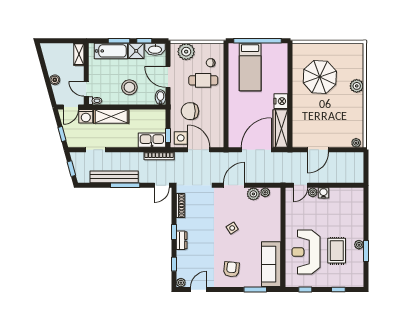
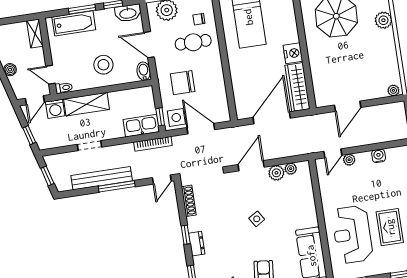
shower: (136, 51) -> (105, 19), removed
doorway: (96, 150) -> (90, 146), moved
water cooler: (323, 193) -> (379, 156), moved

